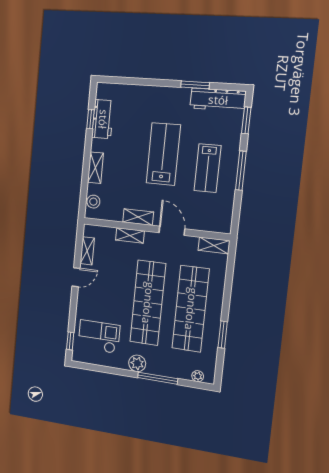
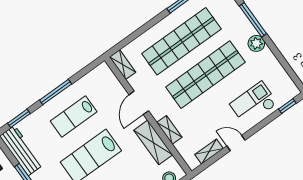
lab bench: (208, 168) -> (74, 116), turned 180
shelving: (138, 217) -> (153, 142), width x1.50, depth x1.33
checkout: (99, 337) -> (254, 104), moved, turned 90

